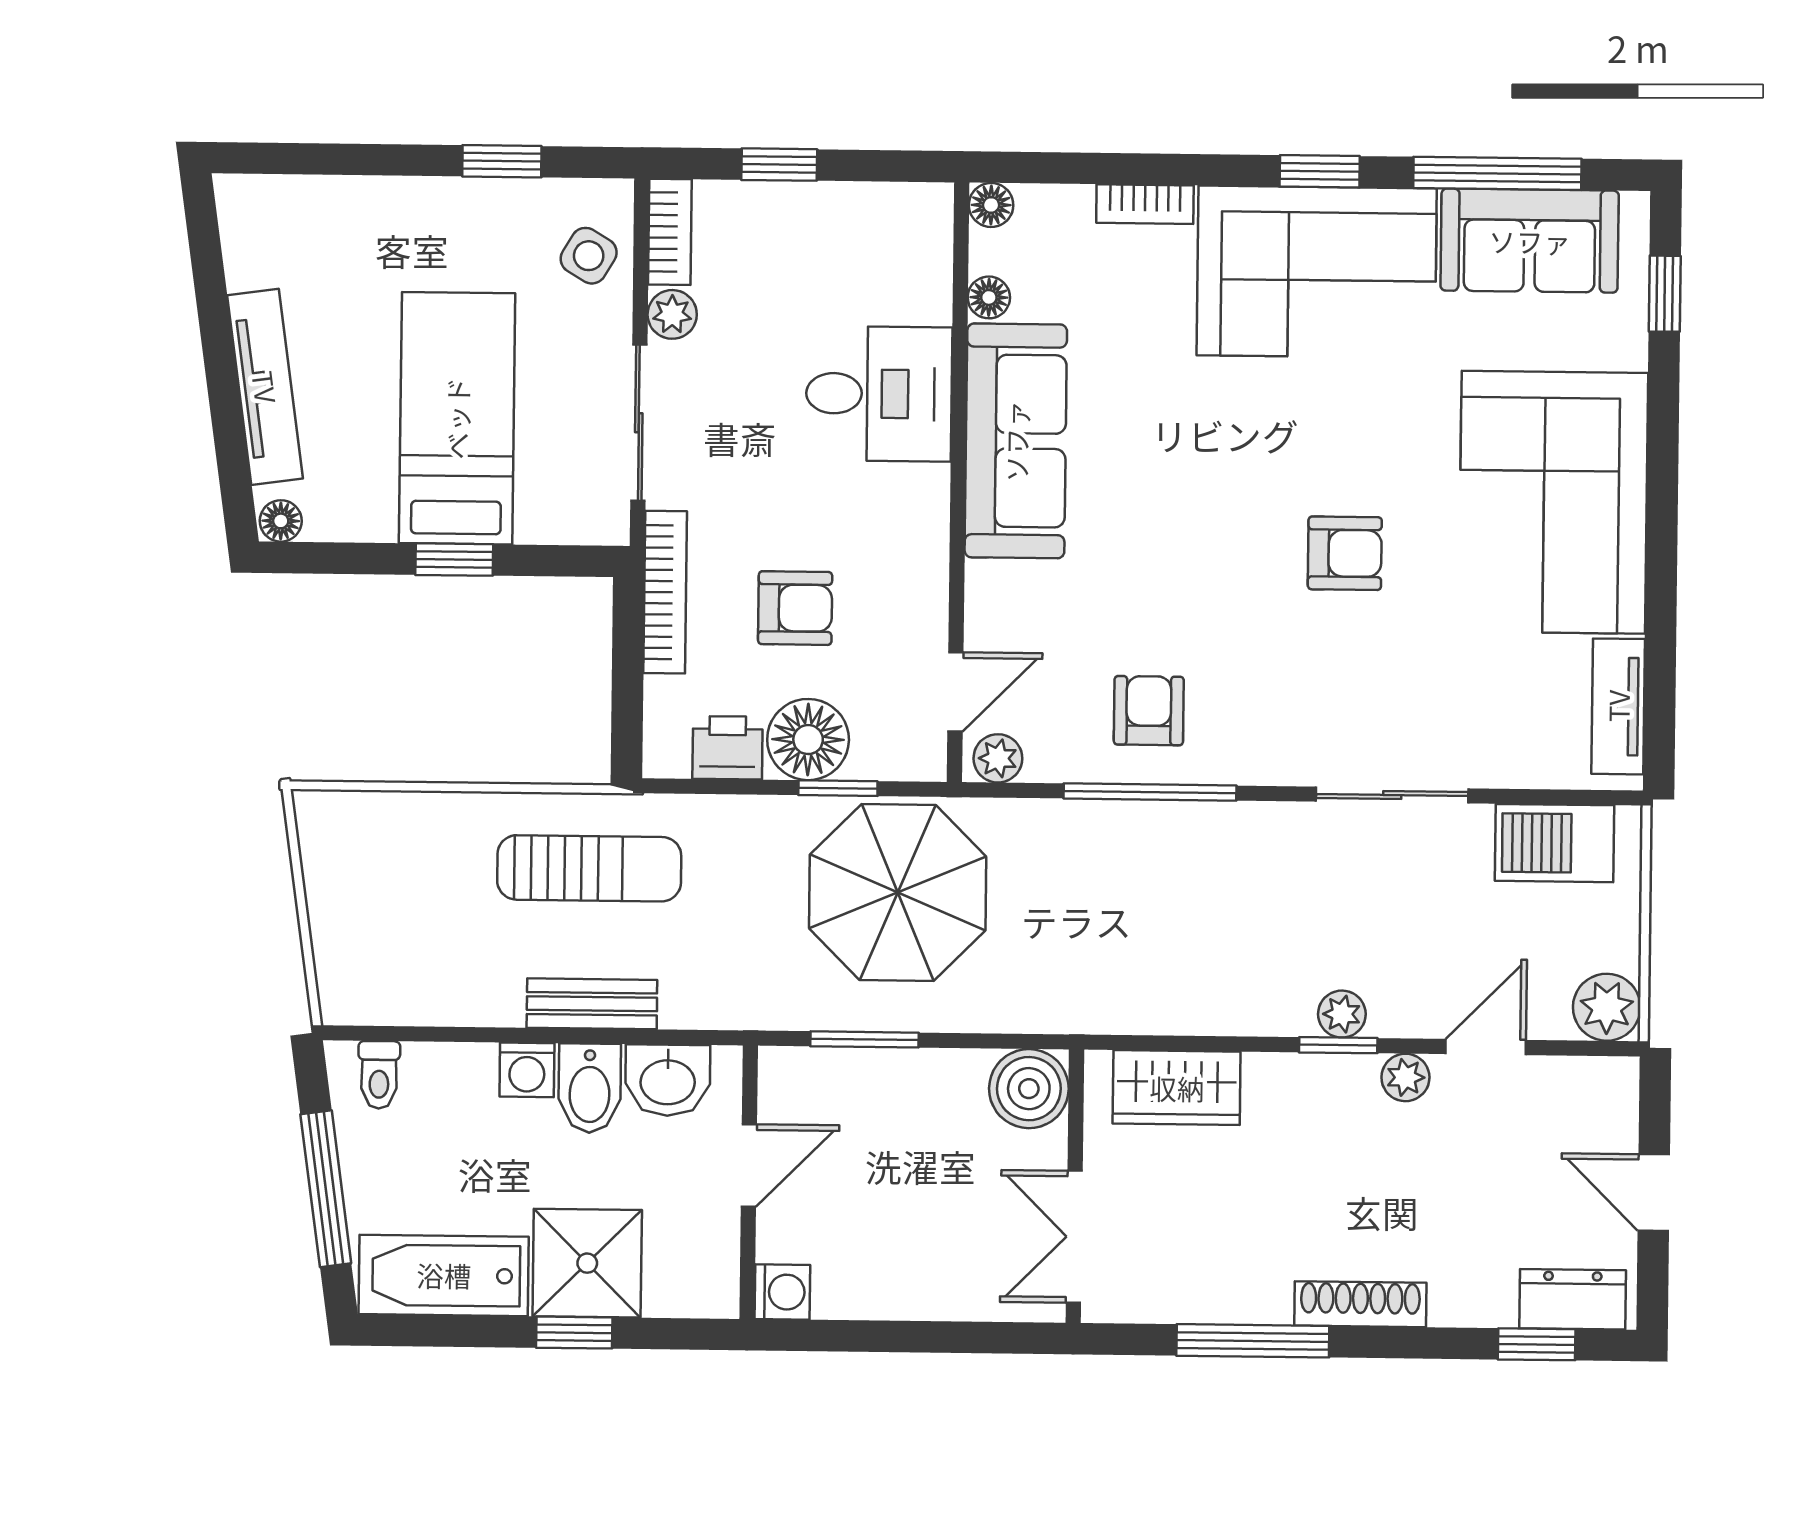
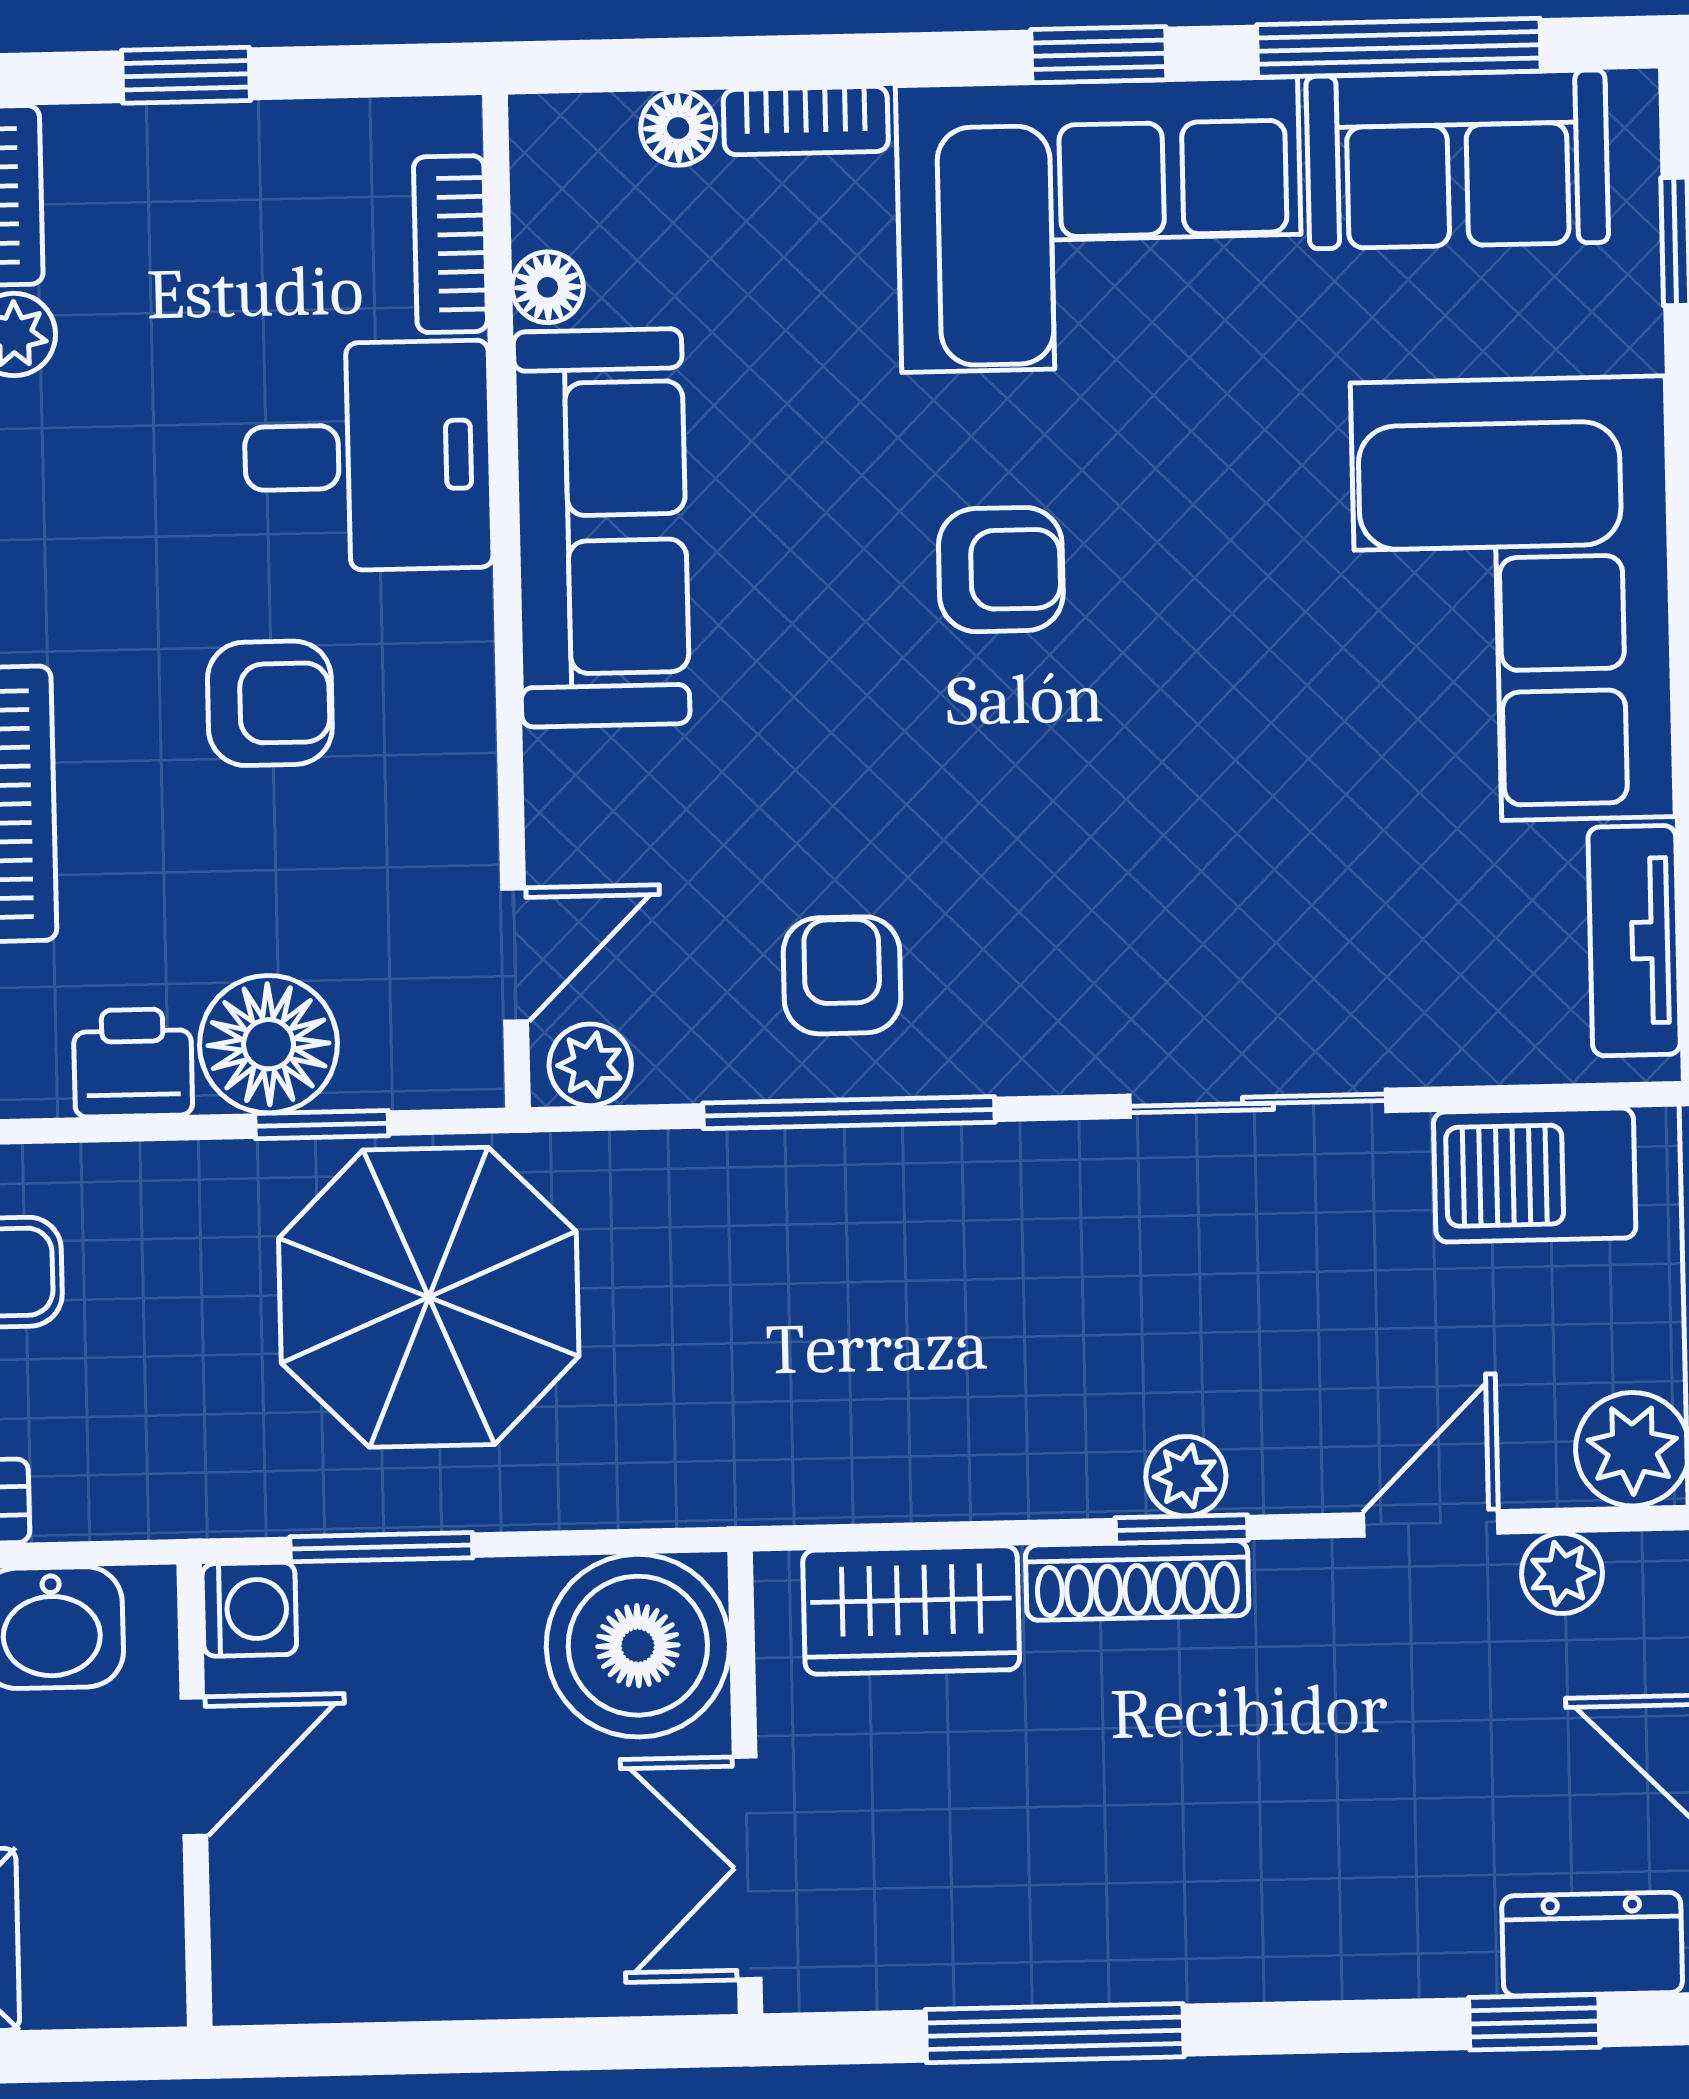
floor lamp: (991, 205) -> (678, 128), moved
bookcase: (932, 270) -> (451, 244), added
armchair: (1345, 553) -> (1001, 570), moved
armchair: (795, 608) -> (270, 703), moved
plant: (1405, 1077) -> (1562, 1573), moved
boiler: (1029, 1089) -> (638, 1646), width x1.37, depth x1.37
washing machine: (782, 1292) -> (249, 1609), moved
shoe rack: (1360, 1304) -> (1137, 1580), moved, turned 180

